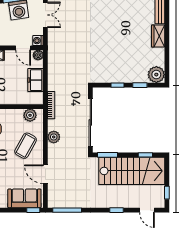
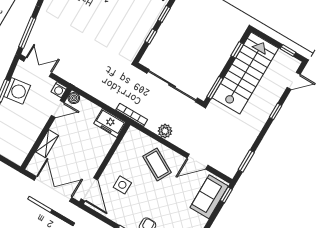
freezer: (36, 80) -> (110, 123), moved
plant: (30, 115) -> (129, 142), removed
window: (67, 210) -> (246, 161), width x0.69

